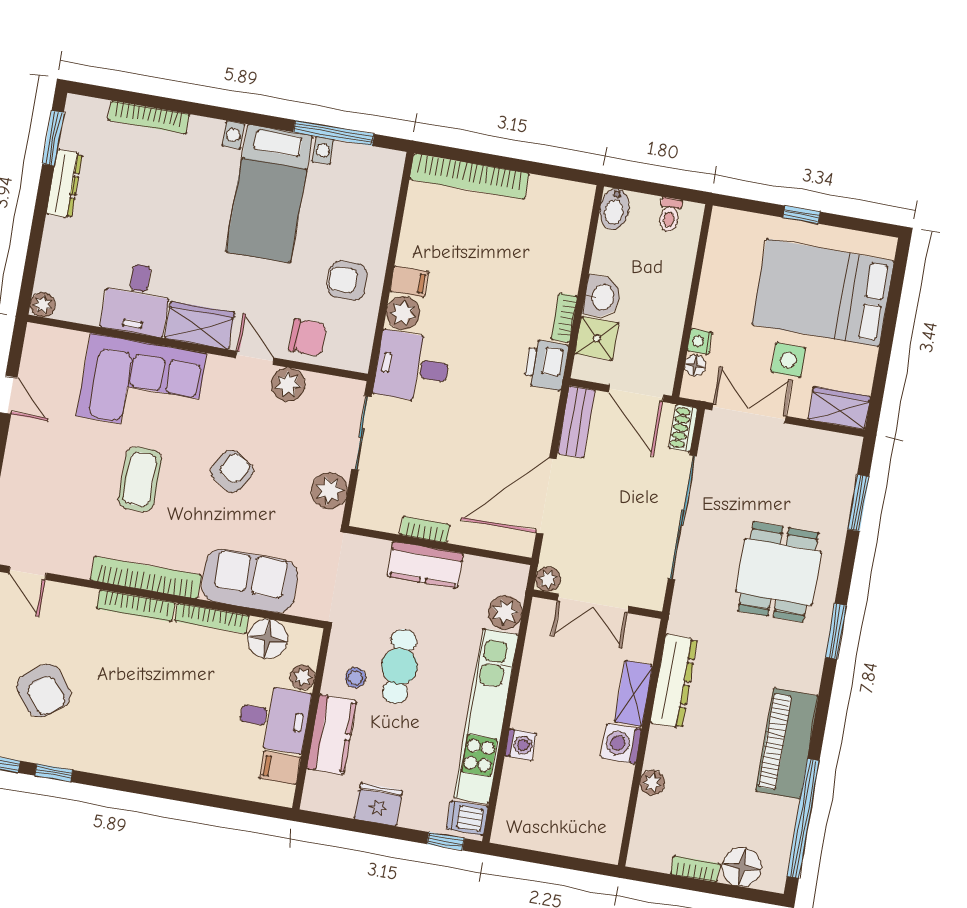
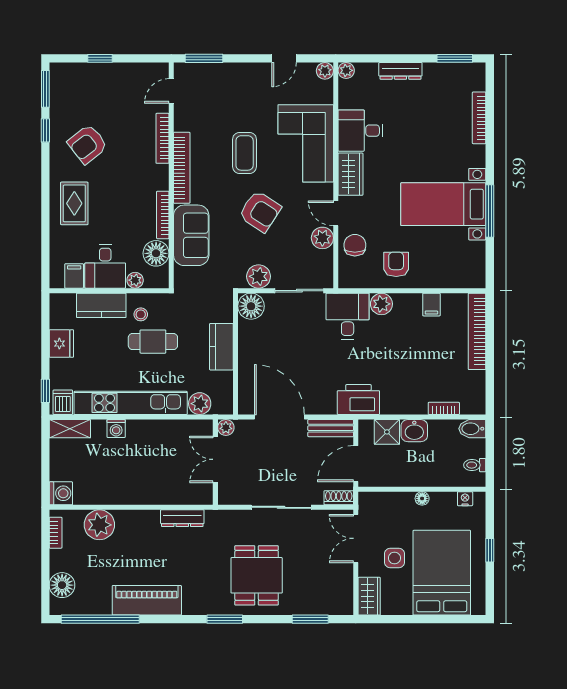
window: (334, 133) -> (490, 211), moved
dresser: (64, 184) -> (400, 71), moved
filing cabinet: (409, 281) -> (431, 305), moved
bookcase: (564, 318) -> (444, 408), moved
plant: (38, 337) -> (325, 71), added
chair: (308, 337) -> (355, 245), turned 180
nightstand: (700, 342) -> (465, 499), moved
door: (255, 358) -> (336, 213), swing flipped
printer: (546, 365) -> (358, 400), width x1.37, depth x1.19
floor lamp: (695, 365) -> (422, 498), moved
double door: (749, 413) -> (356, 538), swing flipped
armchair: (232, 471) -> (260, 211), width x1.38, depth x1.38
coffee table: (140, 479) -> (245, 153), turned 90
floor lamp: (372, 510) -> (251, 306), added
sliding door: (682, 517) -> (281, 507), width x0.73
bookcase: (425, 530) -> (244, 343), removed
dining table: (778, 572) -> (257, 575), turned 90
bookcase: (136, 606) -> (162, 138), moved
dresser: (674, 681) -> (182, 518), width x0.73, depth x0.80
armchair: (44, 691) -> (87, 144), moved
shelving: (634, 694) -> (70, 429), moved
washing machine: (621, 744) -> (61, 493), moved, turned 90
rug: (171, 748) -> (74, 203), added
plant: (652, 783) -> (99, 525), width x1.88, depth x1.88
bookcase: (695, 869) -> (56, 533), moved

